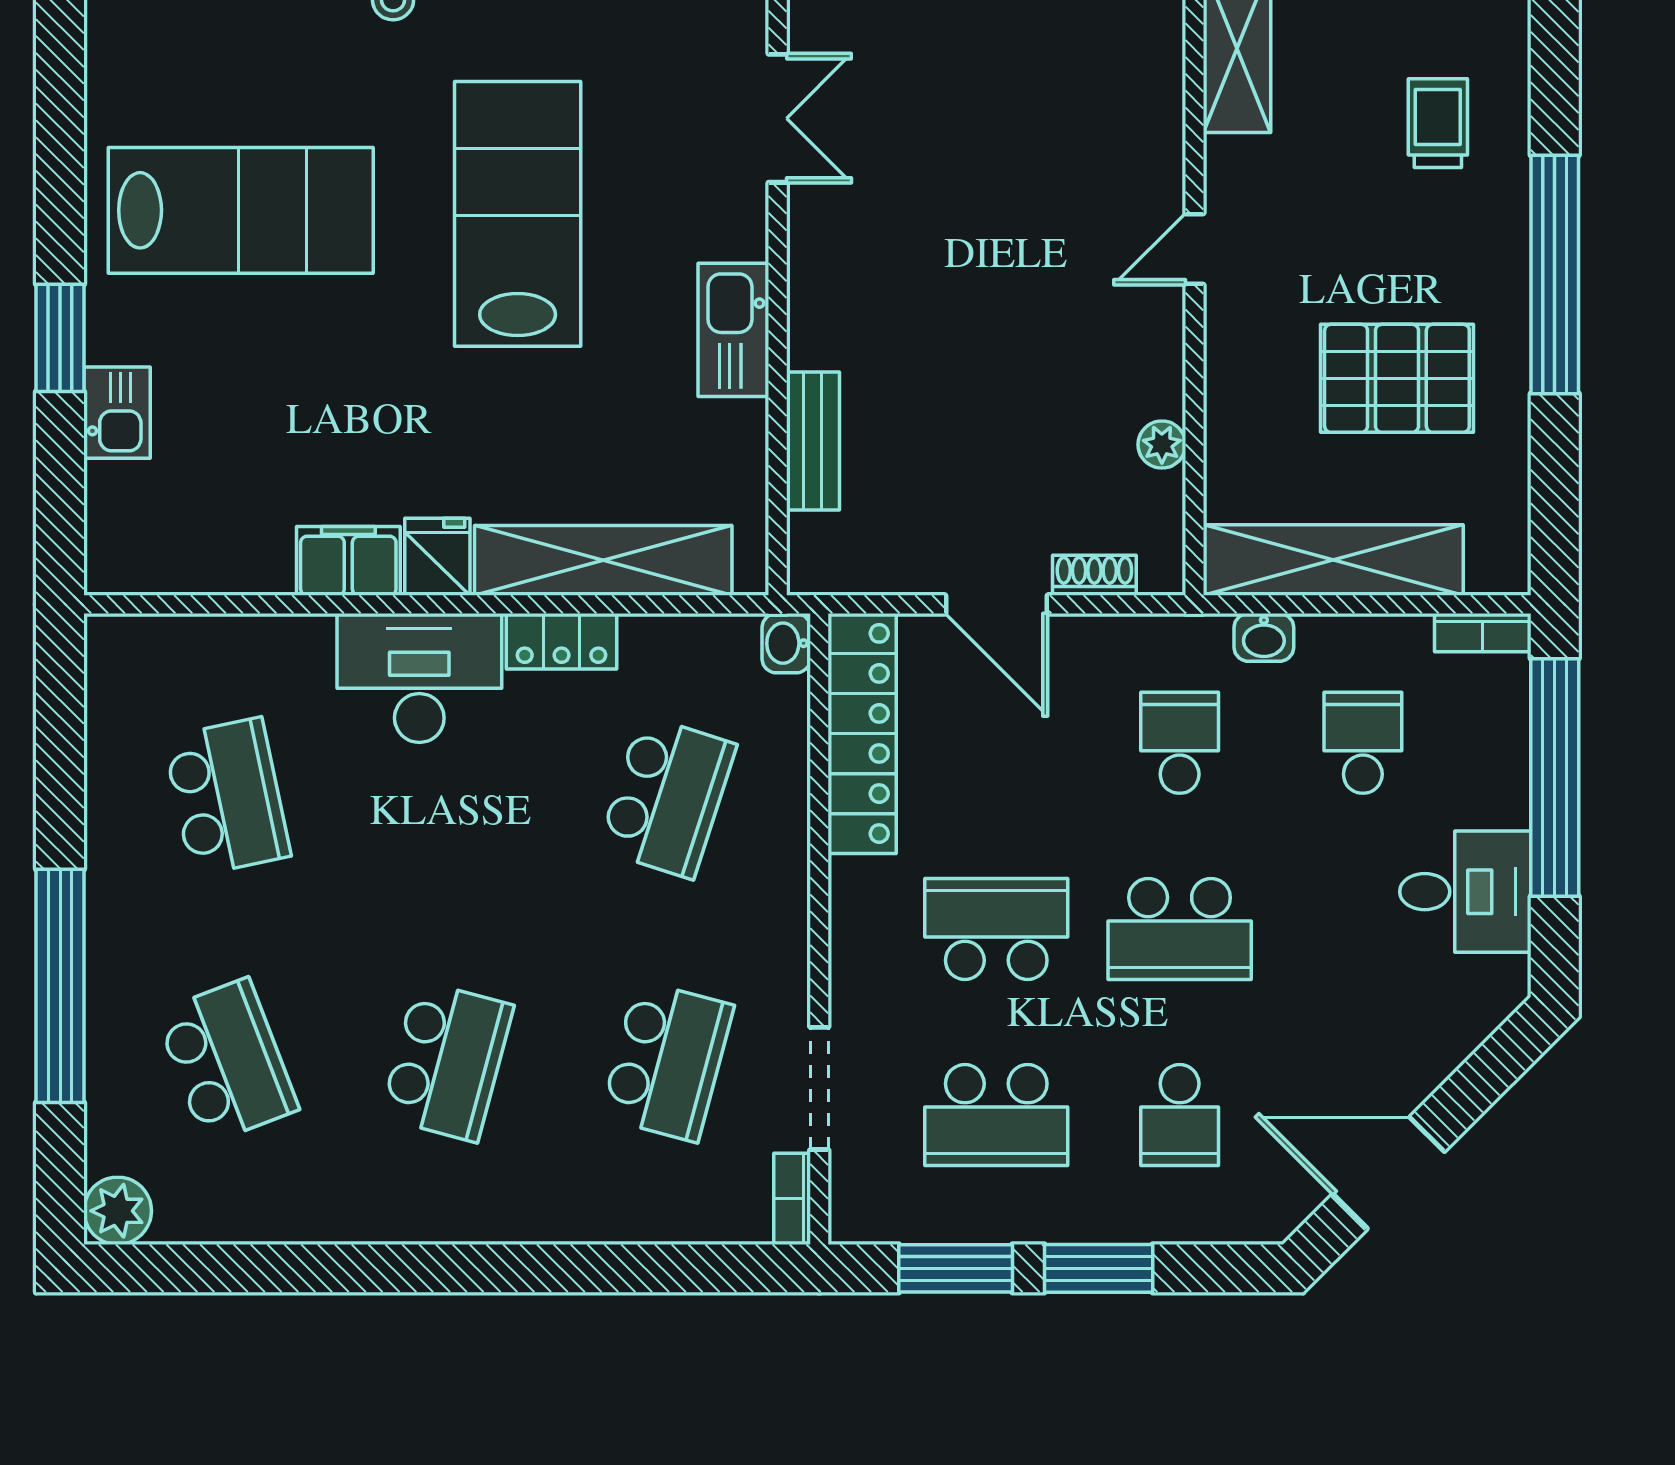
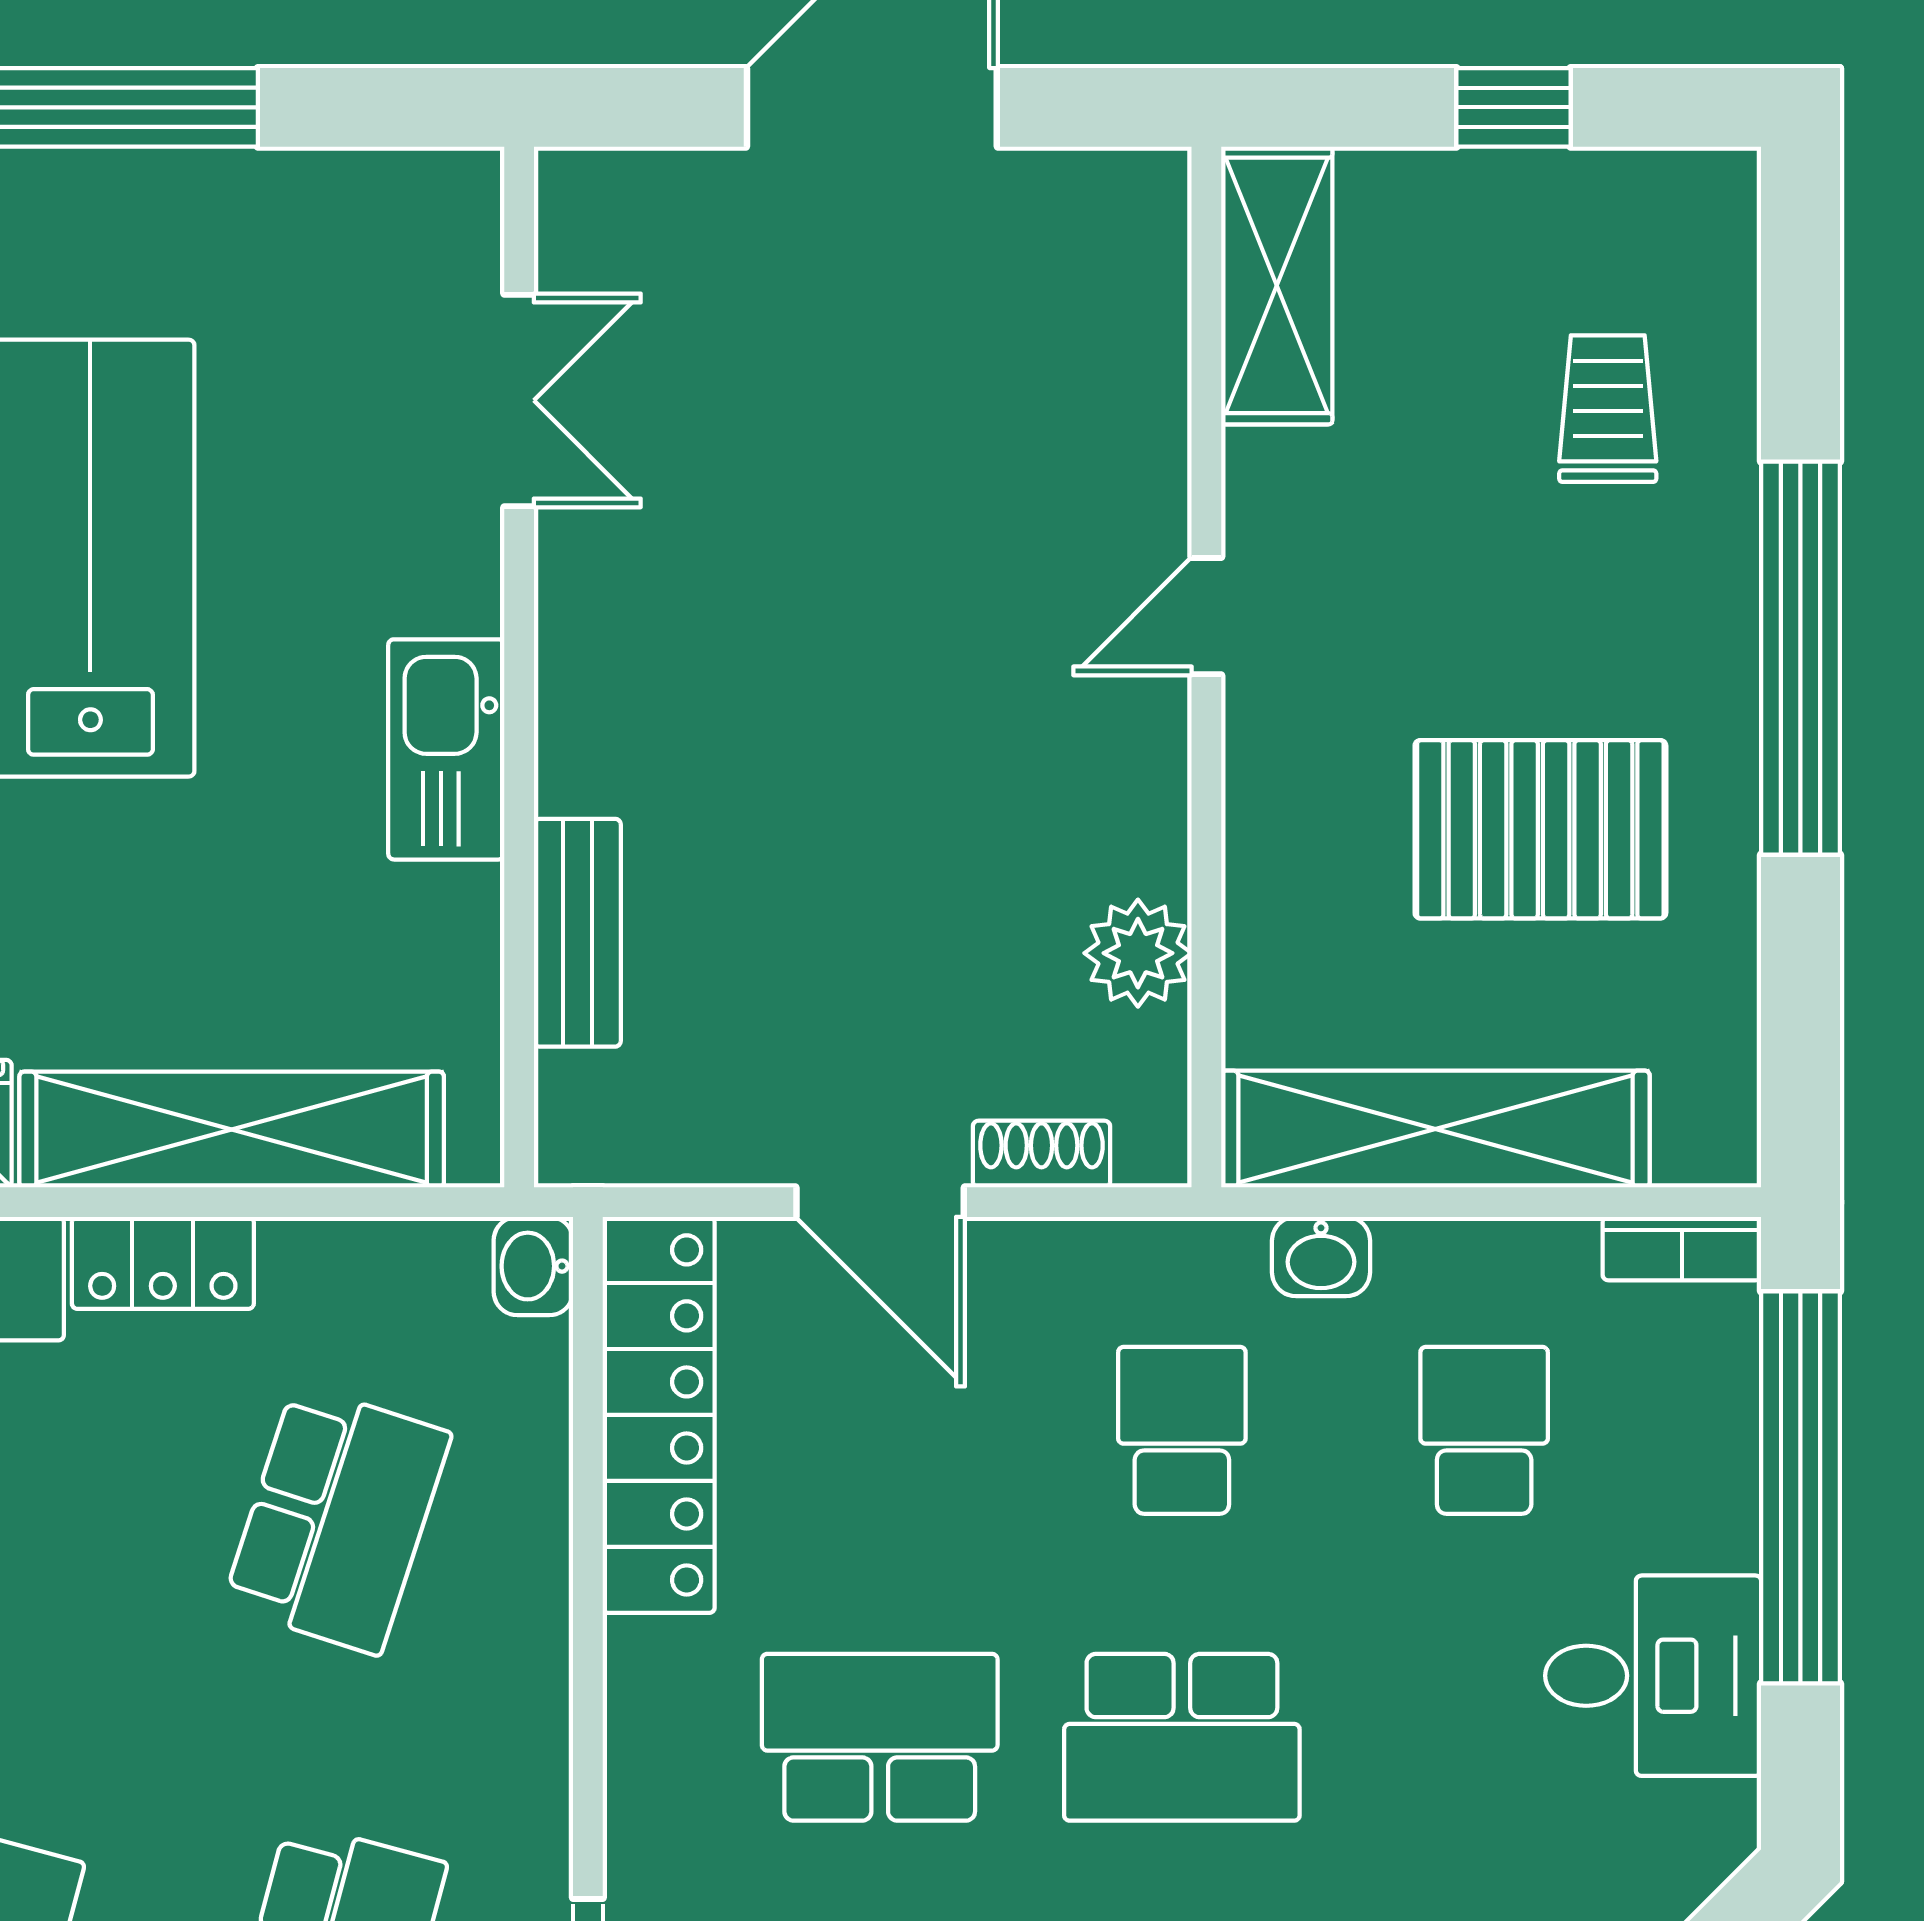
plant: (1162, 445) -> (1138, 953), width x1.38, depth x1.38

